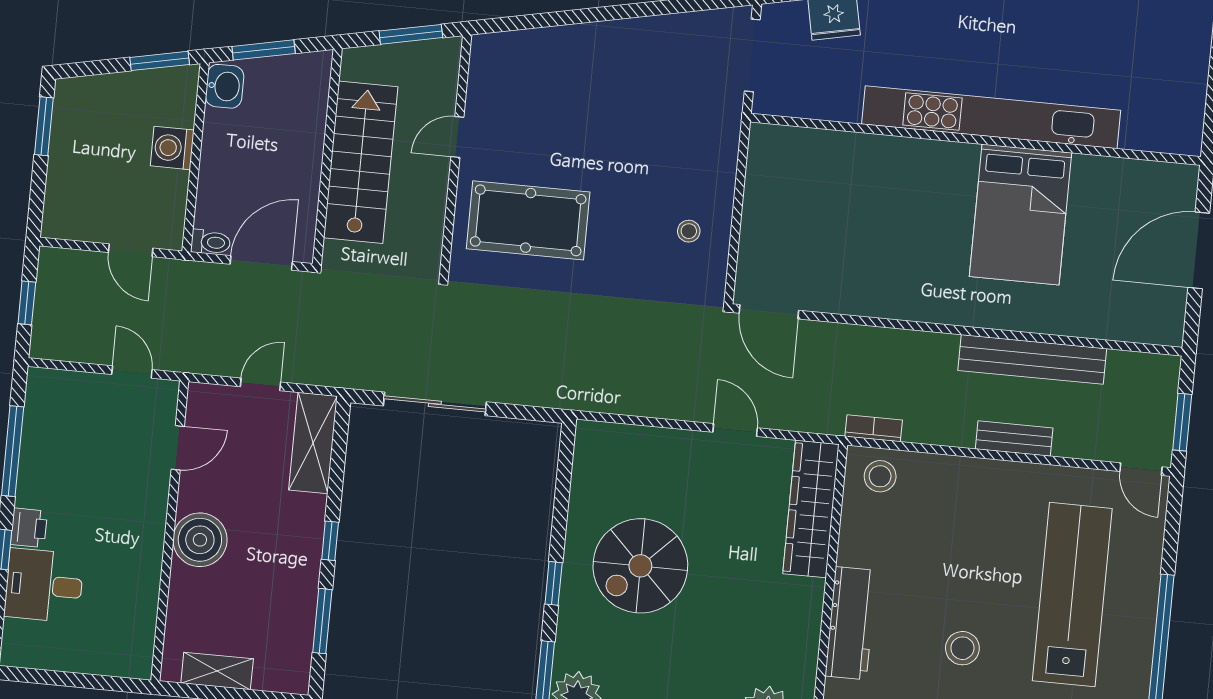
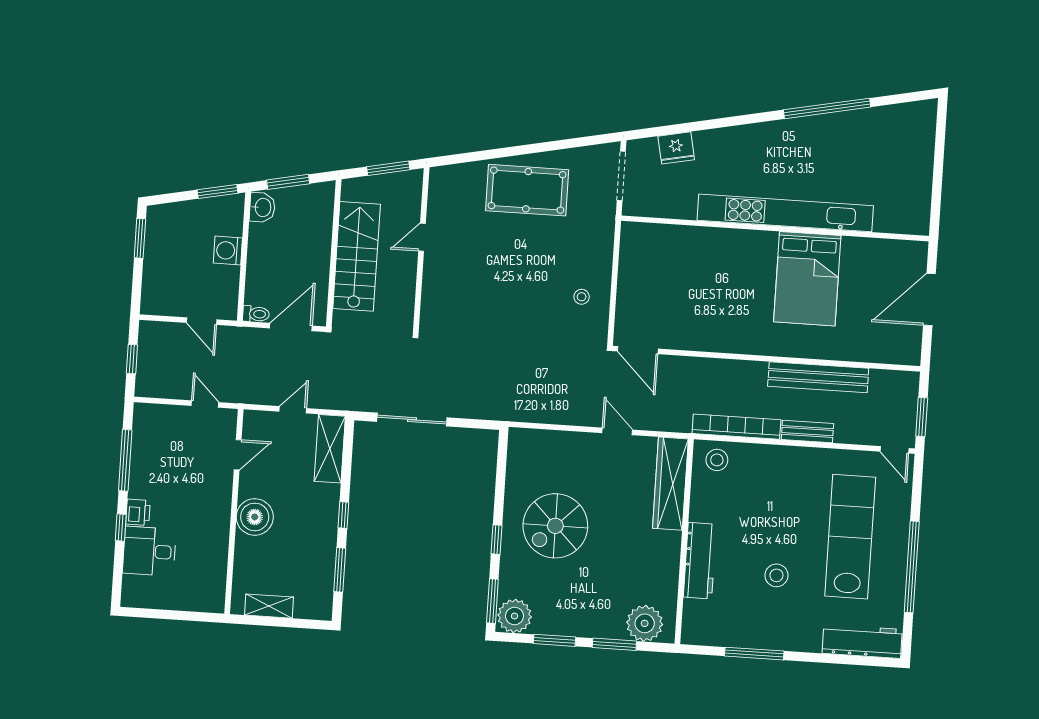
pool table: (528, 220) -> (527, 190), moved
bookcase: (874, 428) -> (736, 427), width x2.31, depth x1.31

